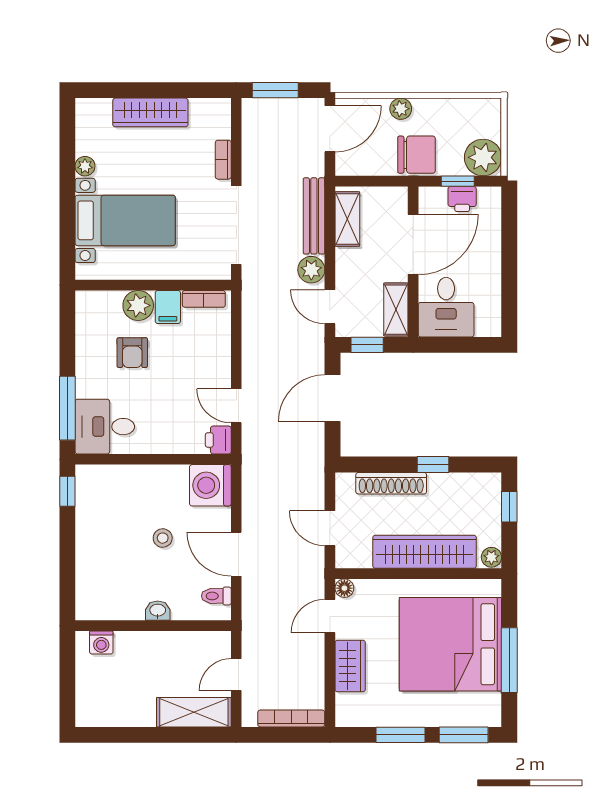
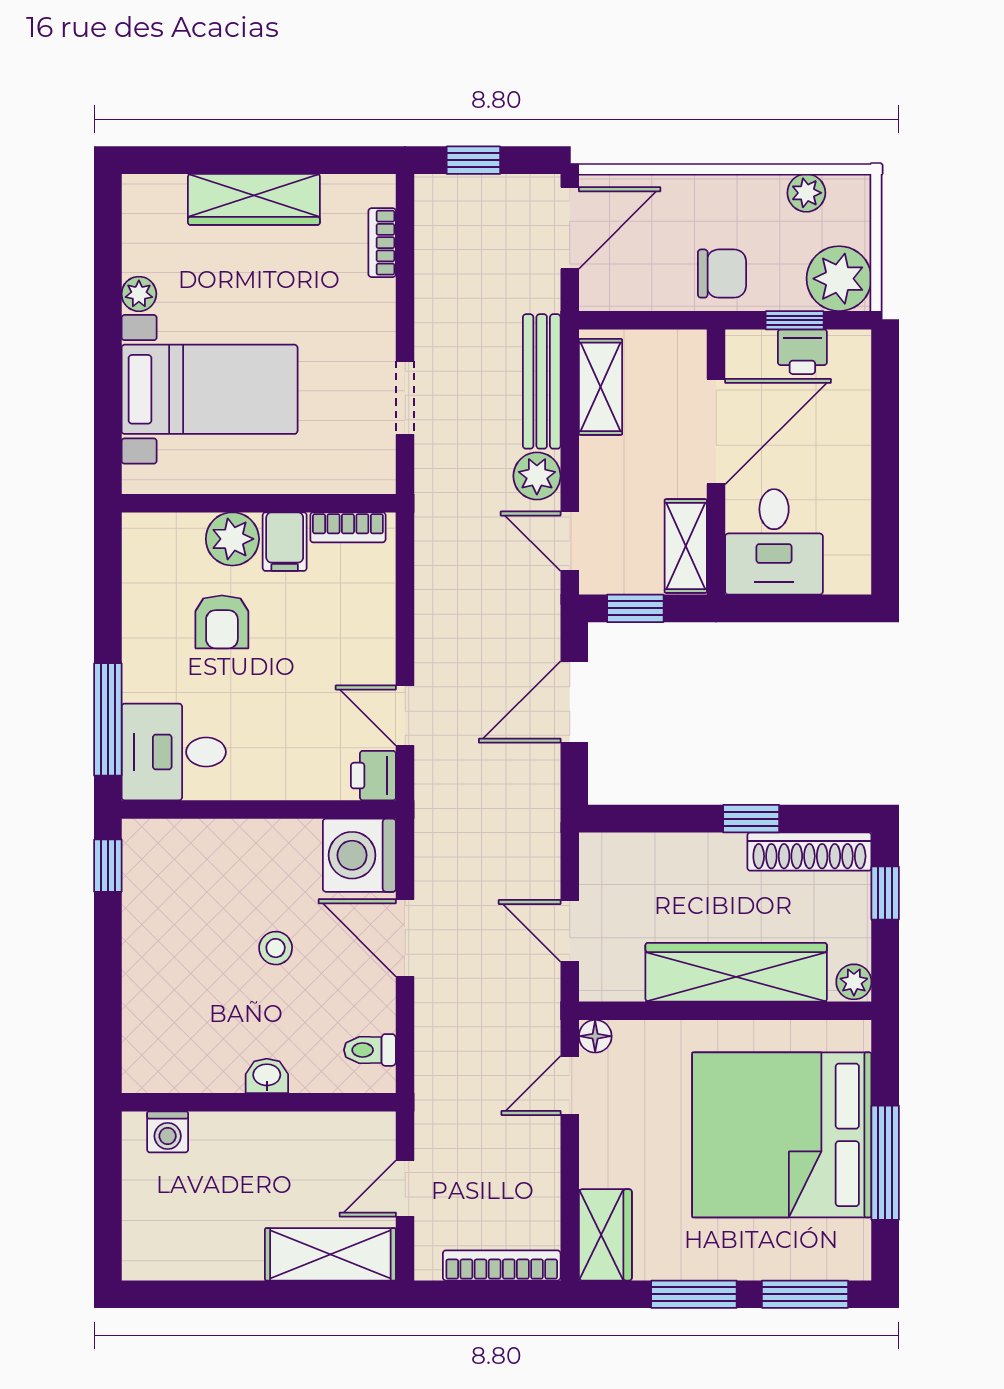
window: (275, 90) -> (473, 160), width x0.67
plant: (401, 109) -> (806, 193), moved
chair: (416, 155) -> (722, 274), width x0.73, depth x0.73
bookcase: (223, 160) -> (382, 243), moved
doorway: (236, 225) -> (405, 398), width x0.53
shoe rack: (391, 483) -> (809, 852), moved
door: (236, 554) -> (405, 938), moved
wardrobe: (350, 666) -> (605, 1235), moved

